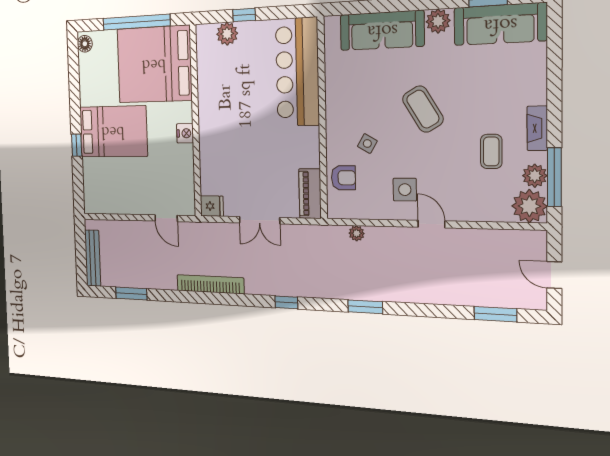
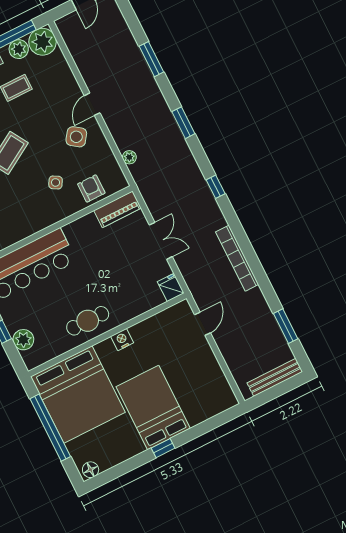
cafe table: (217, 108) -> (88, 321), added
window: (77, 145) -> (163, 448), moved
side table: (405, 190) -> (76, 137), turned 36
window: (495, 314) -> (151, 59), moved

